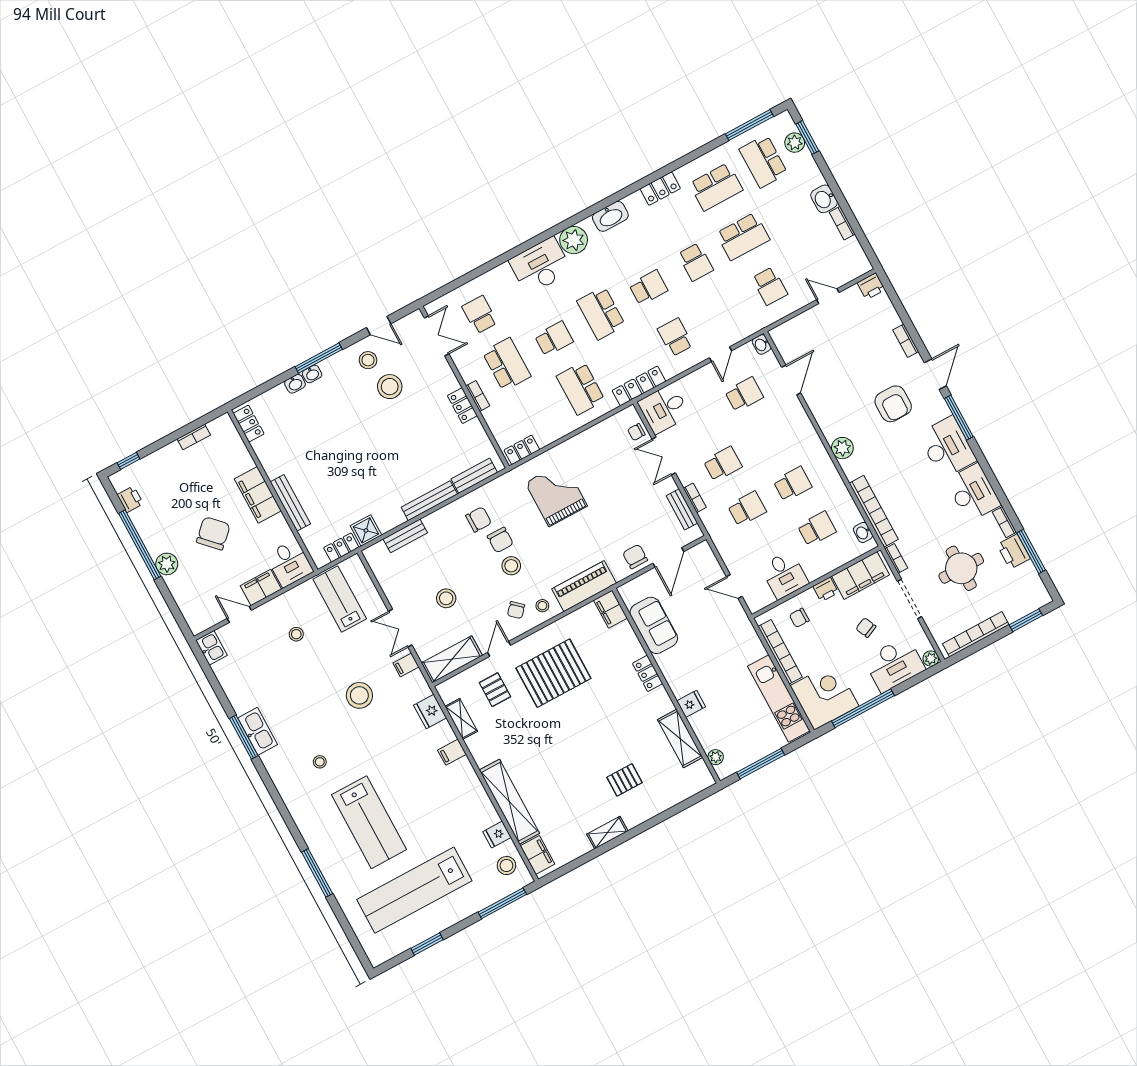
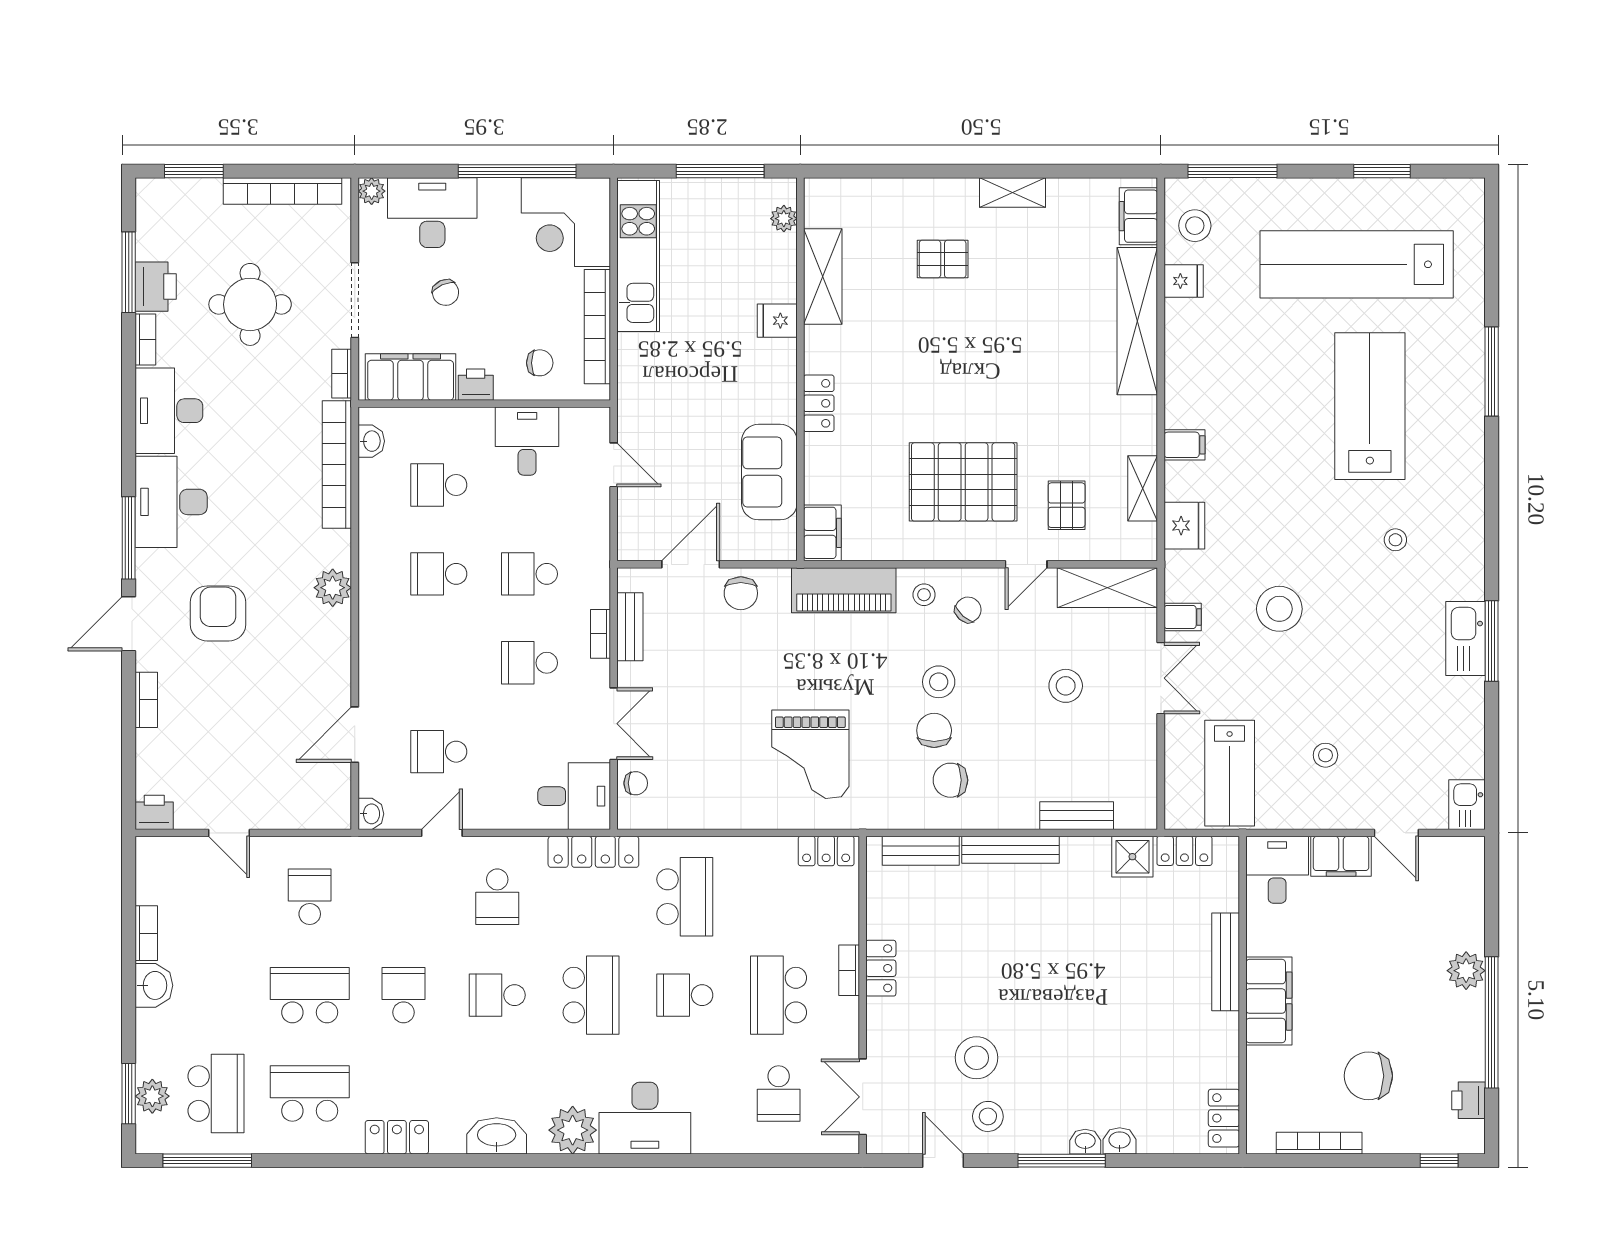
bookcase: (194, 437) -> (1319, 1143), width x1.56
chair: (213, 533) -> (1368, 1076), moved, turned 44
lab bench: (414, 890) -> (1357, 264), turned 180

